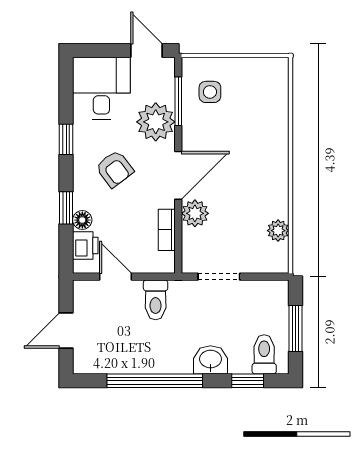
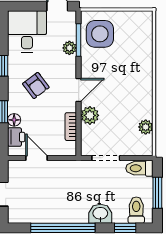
side table: (210, 92) -> (100, 34), width x1.87, depth x1.87
plant: (156, 122) -> (69, 48), width x0.53, depth x0.53
door: (178, 175) -> (79, 90), width x0.73
toilet: (156, 300) -> (139, 168), moved, turned 90

